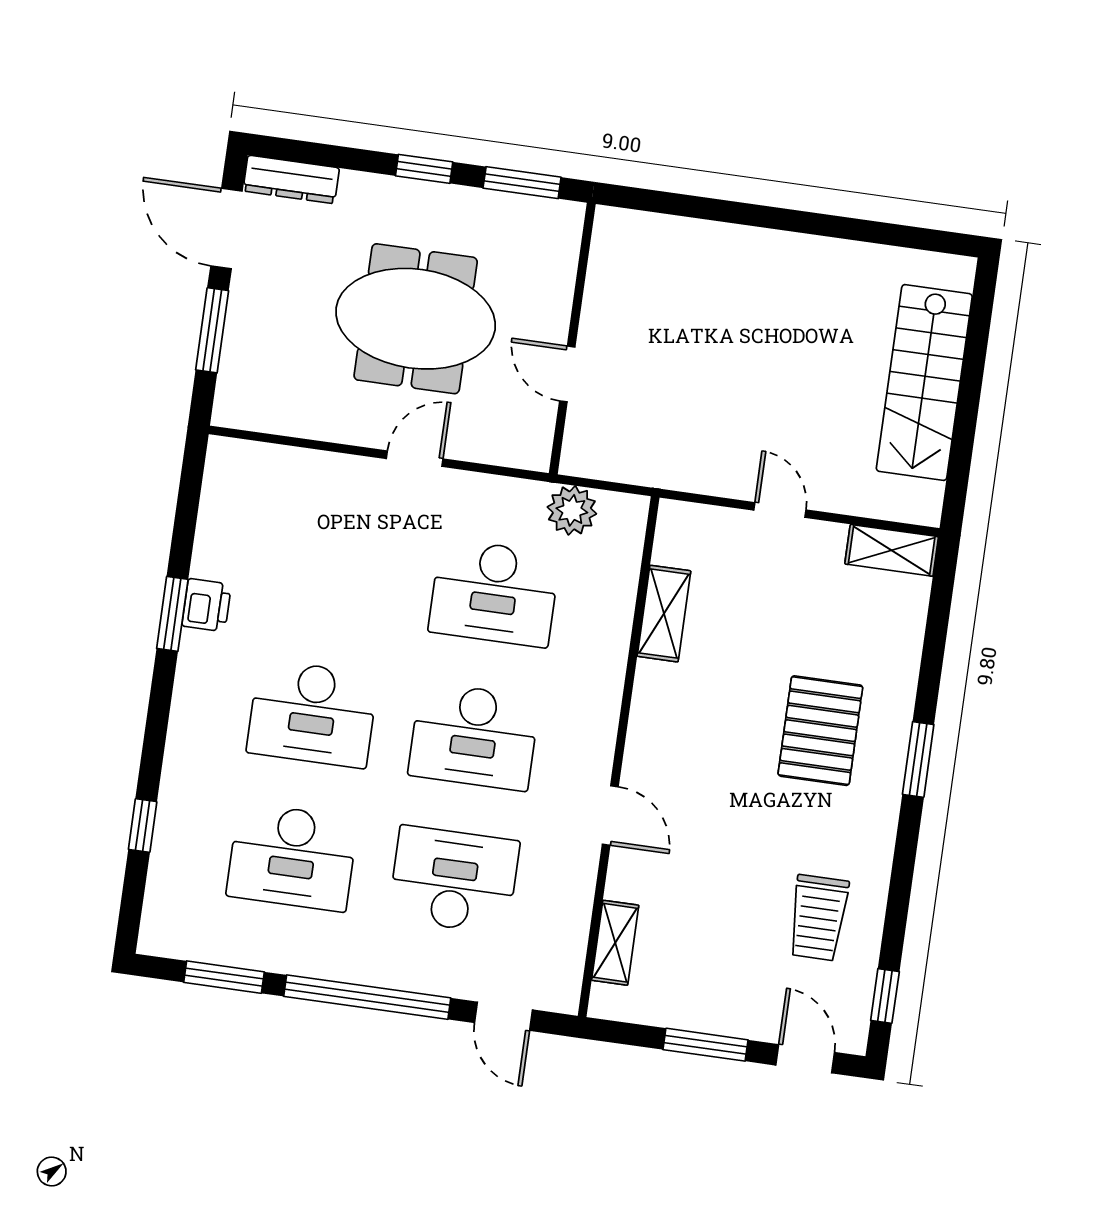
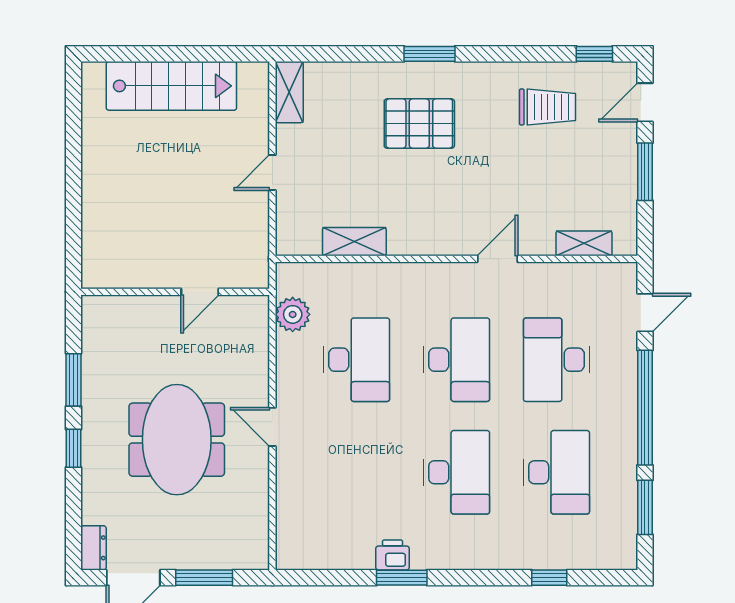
dresser: (291, 179) -> (93, 548), width x0.70
wall: (572, 339) -> (175, 292), moved
door: (567, 374) -> (200, 292), moved

